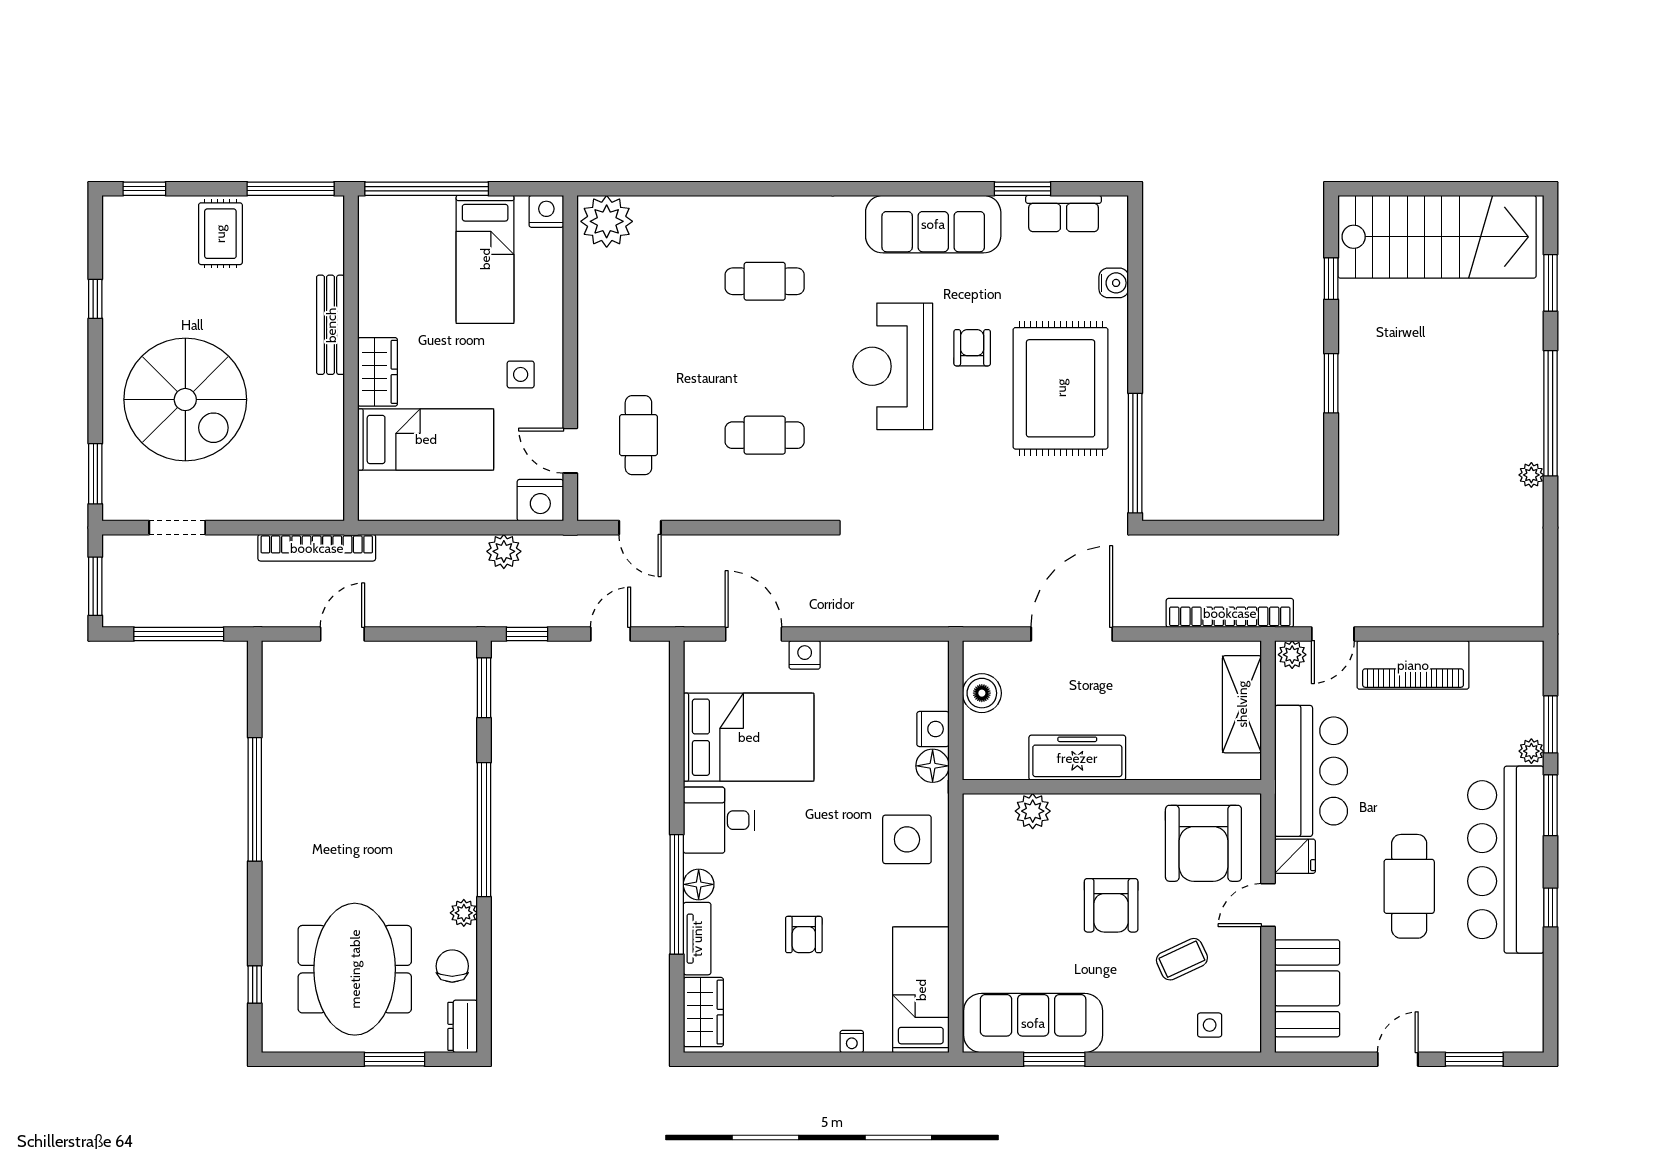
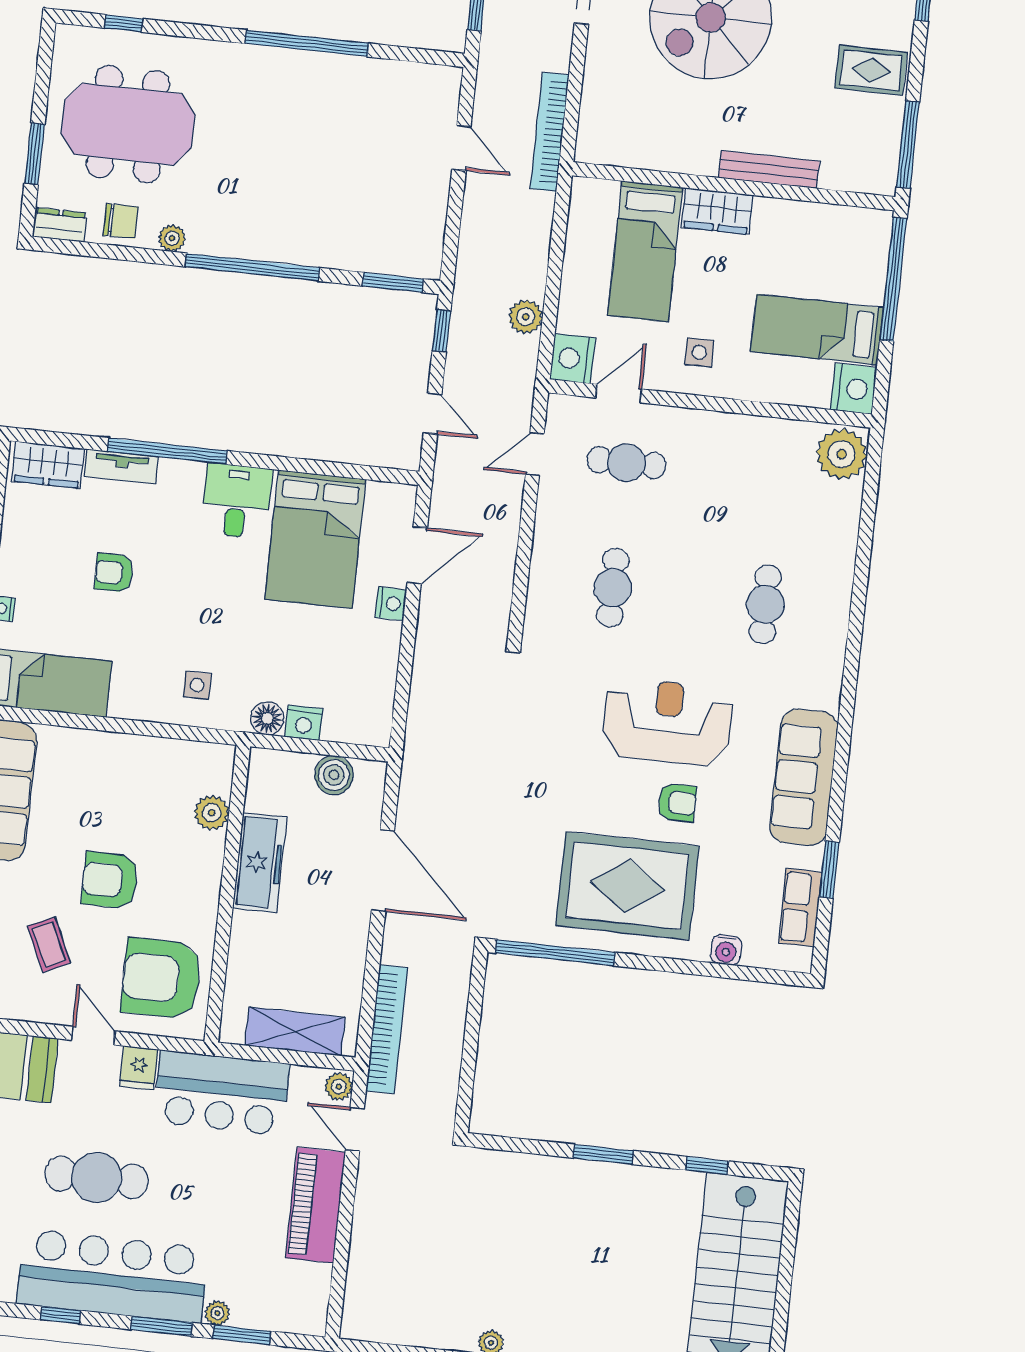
nightstand: (546, 211) -> (854, 389), width x1.36, depth x1.33
side table: (907, 839) -> (197, 685), width x0.54, depth x0.54
floor lamp: (699, 884) -> (175, 474), removed

